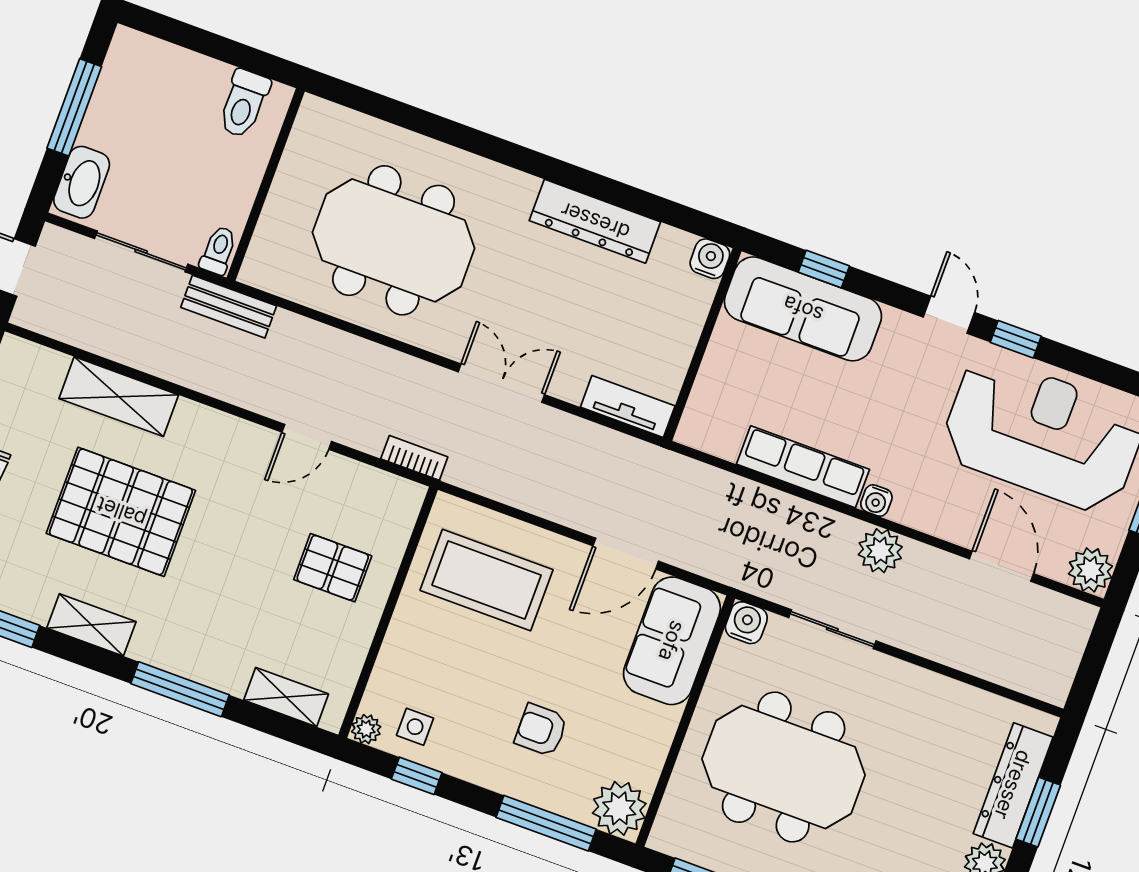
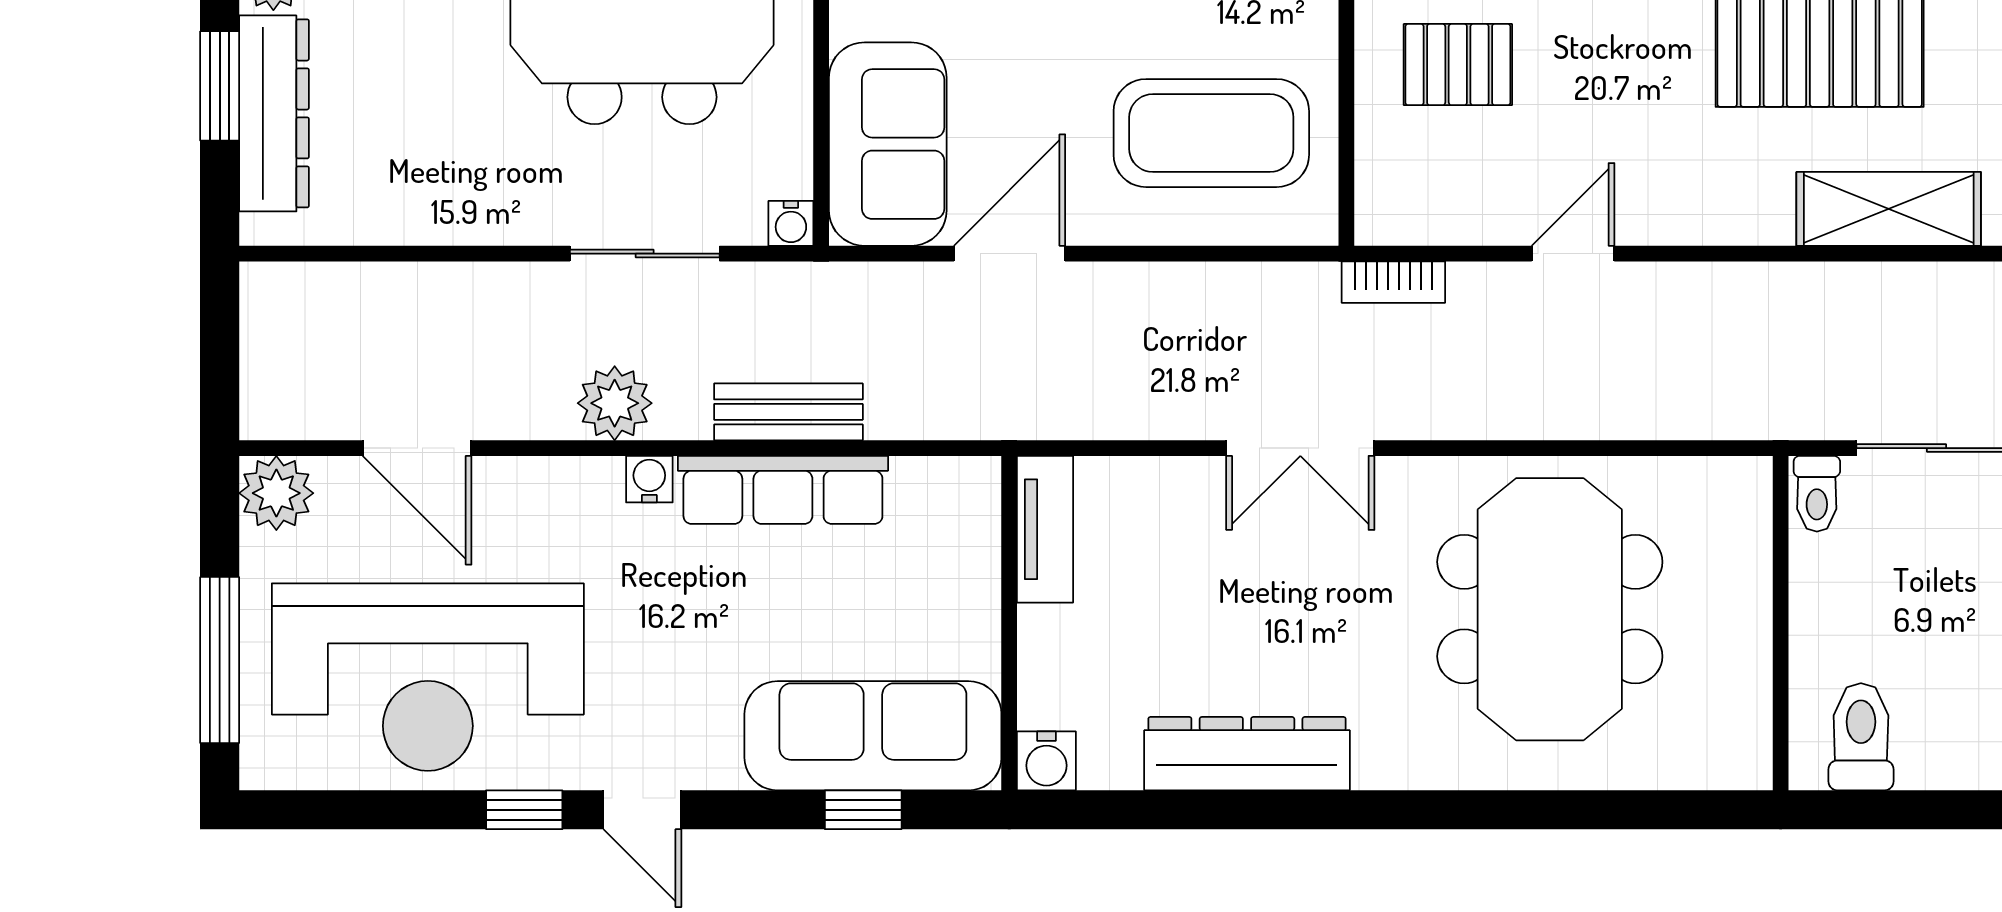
meeting table: (394, 240) -> (1550, 609), turned 90
bench: (229, 307) -> (788, 412), moved
tv unit: (628, 406) -> (1045, 529), moved, turned -90
water cooler: (746, 623) -> (791, 223), width x0.72, depth x0.72

